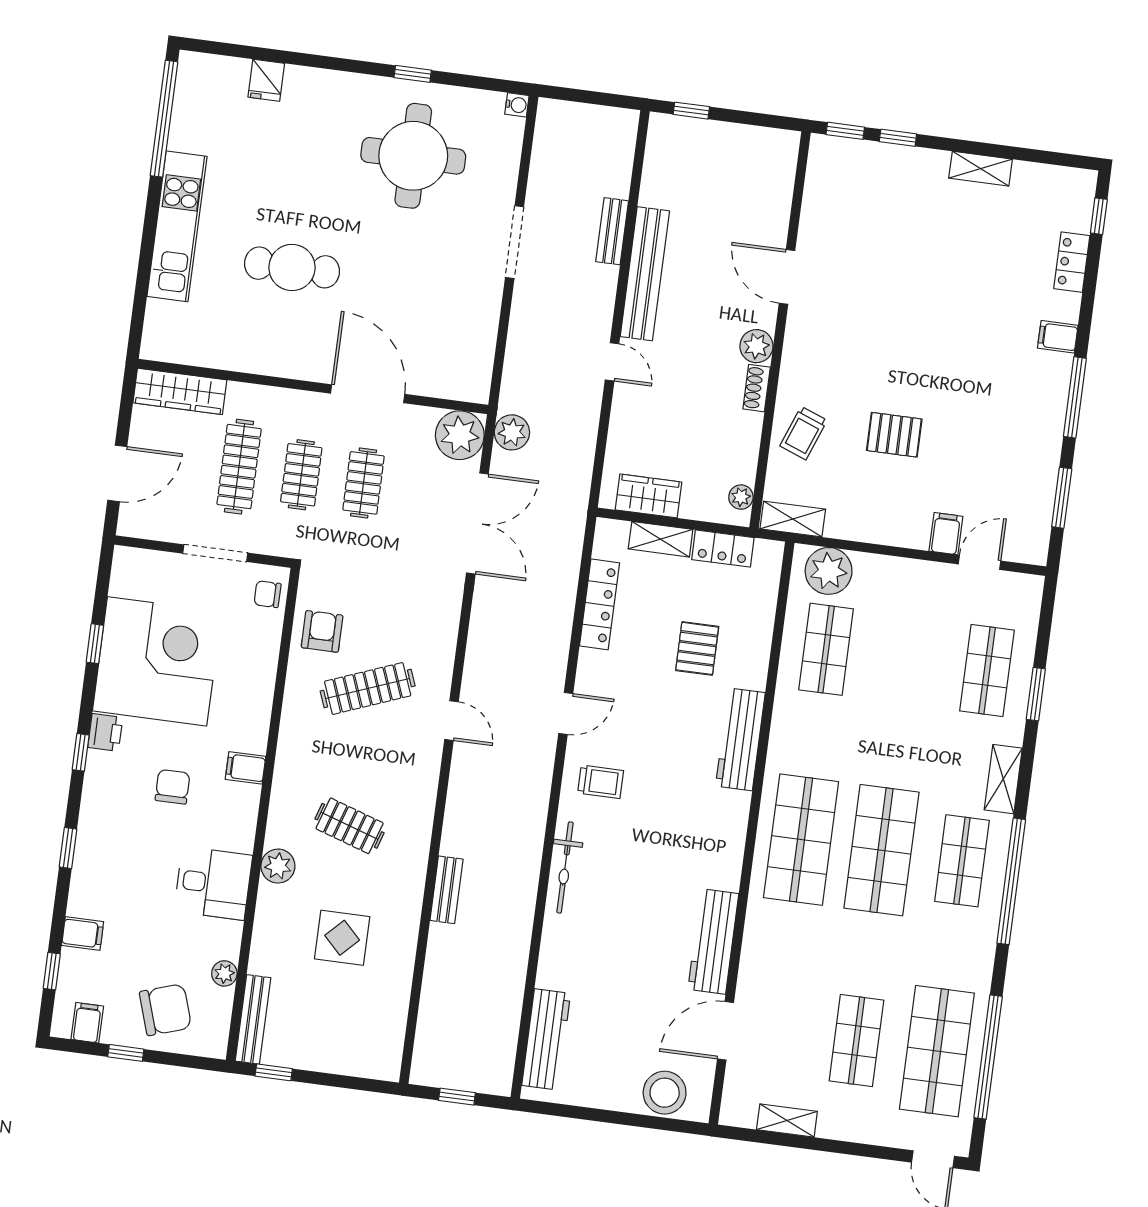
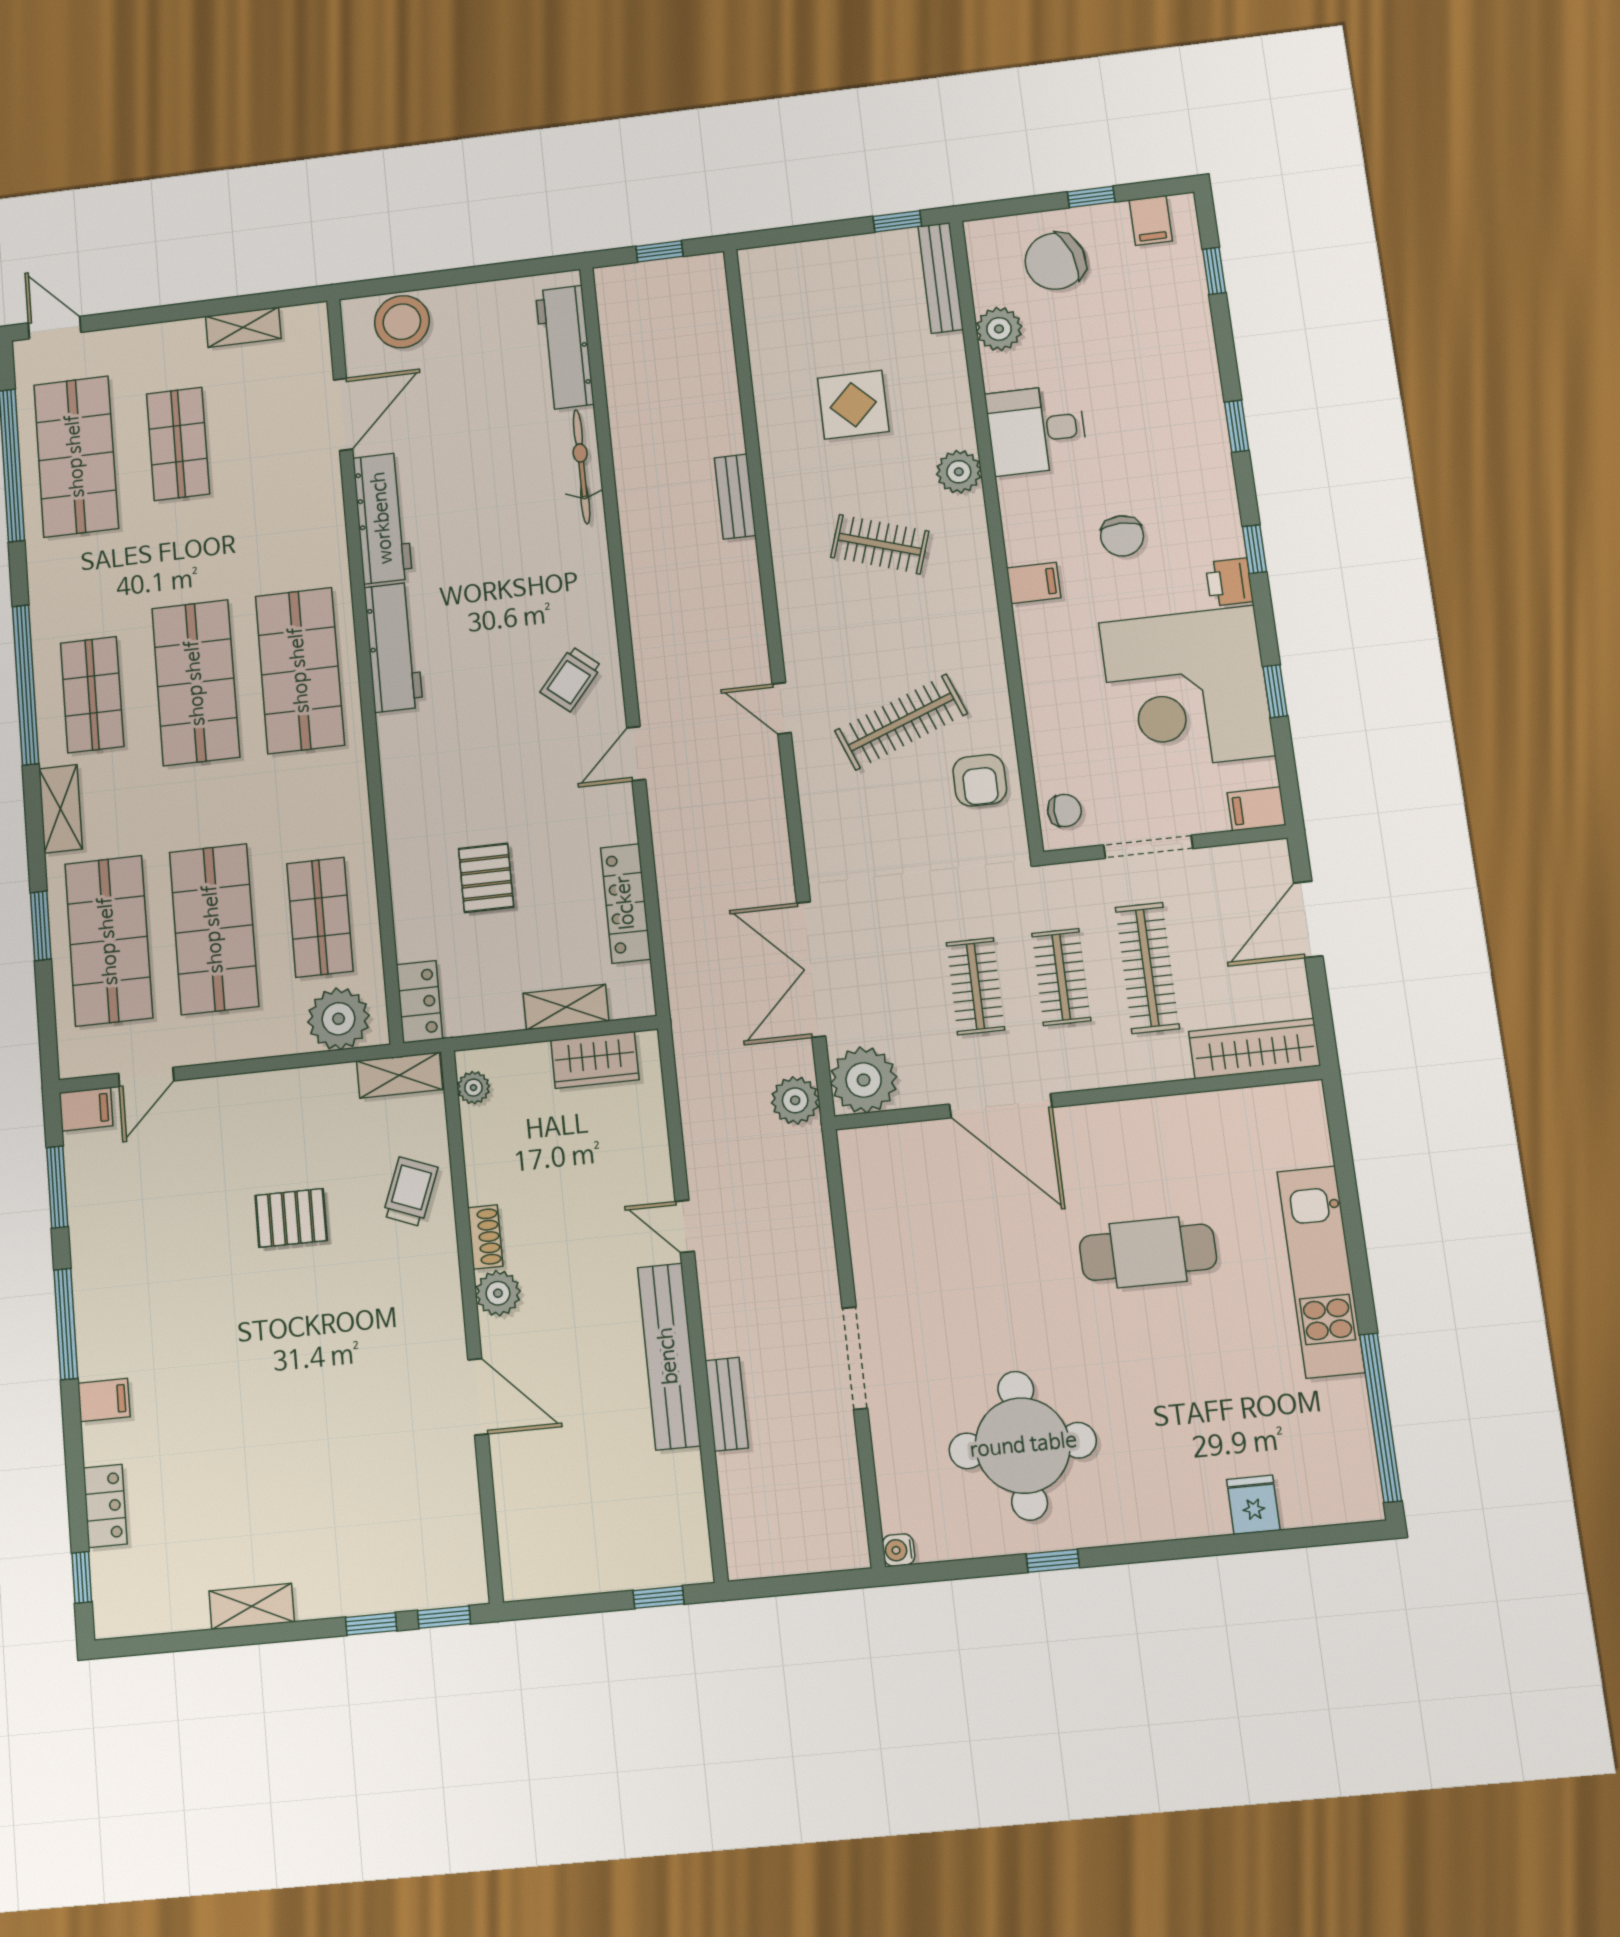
filing cabinet: (946, 534) -> (86, 1109), moved, turned -90
locker: (723, 549) -> (419, 1002), moved, turned 90
shop shelf: (907, 660) -> (214, 929), added
shop shelf: (987, 670) -> (109, 941), width x1.43, depth x1.36
workbench: (740, 739) -> (393, 647), moved
trolley: (601, 782) -> (571, 679), turned -50
bicycle: (565, 867) -> (582, 467), moved
filing cabinet: (83, 934) -> (1256, 809), moved
plant: (224, 973) -> (999, 329), width x1.38, depth x1.38

